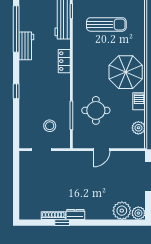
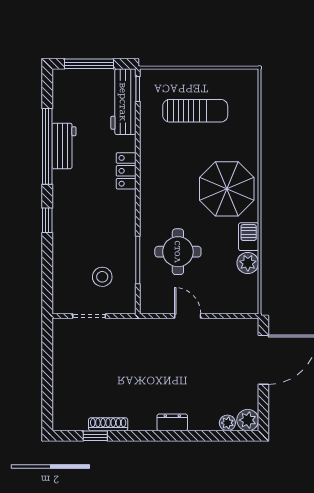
window: (16, 29) -> (47, 146), moved
plant: (138, 128) -> (248, 263), moved
door: (102, 150) -> (188, 316), swing flipped
plant: (122, 211) -> (227, 423), width x0.53, depth x0.53
dresser: (75, 215) -> (172, 422), moved
window: (62, 223) -> (95, 436), moved

